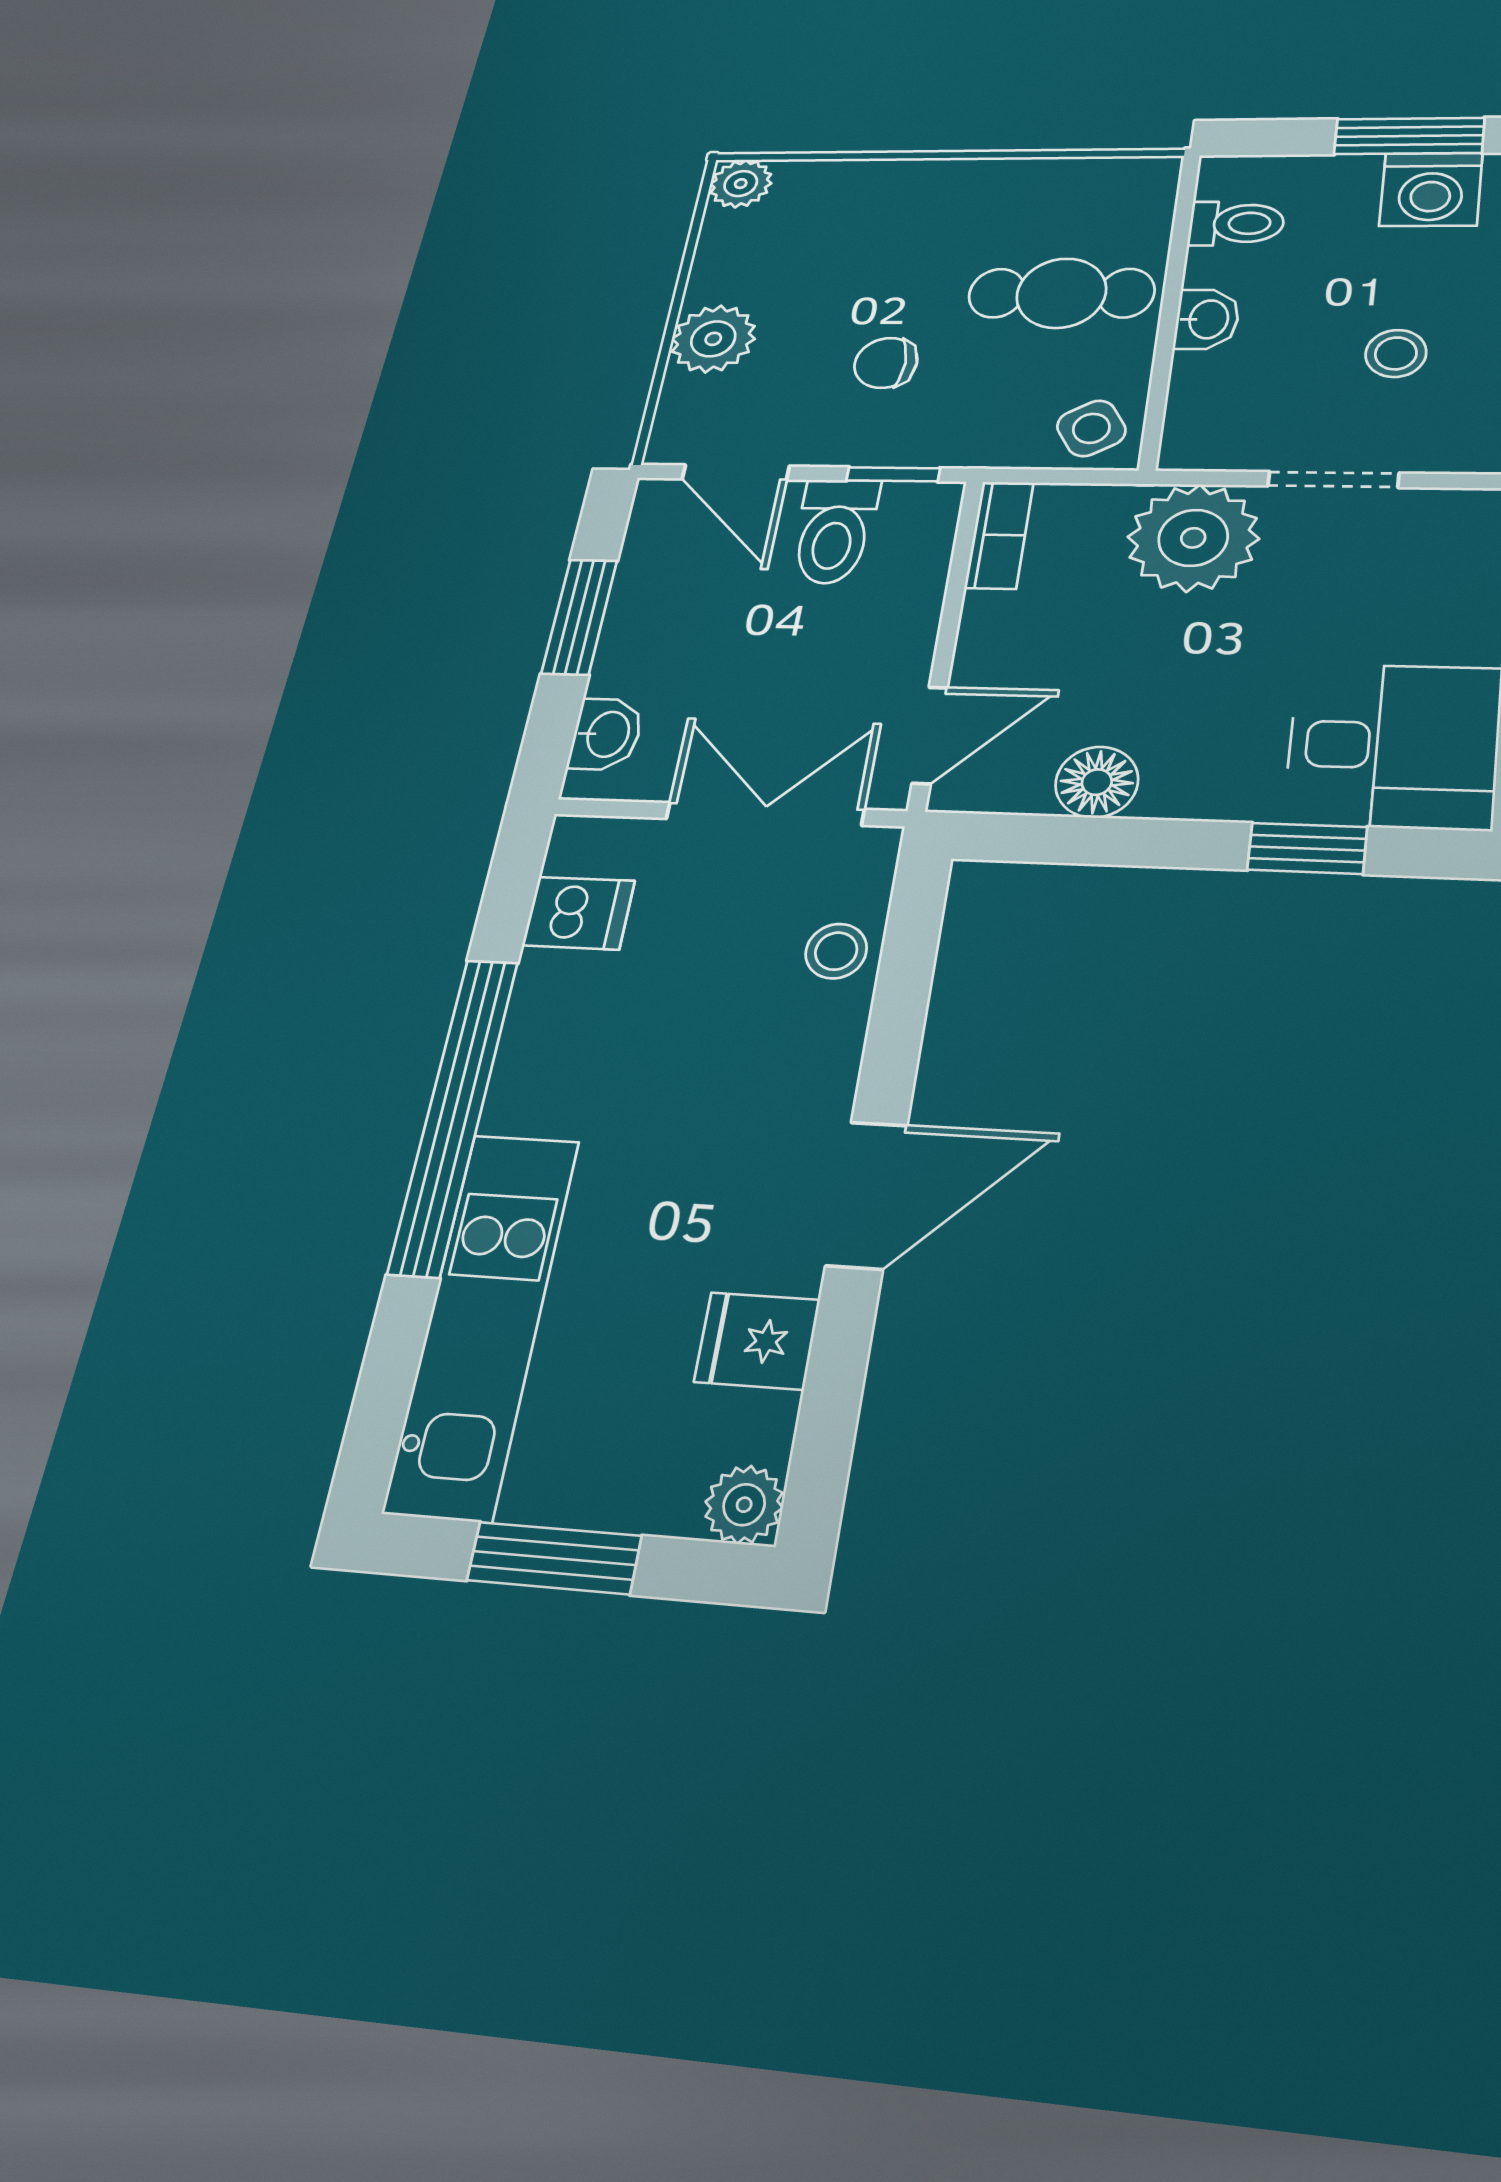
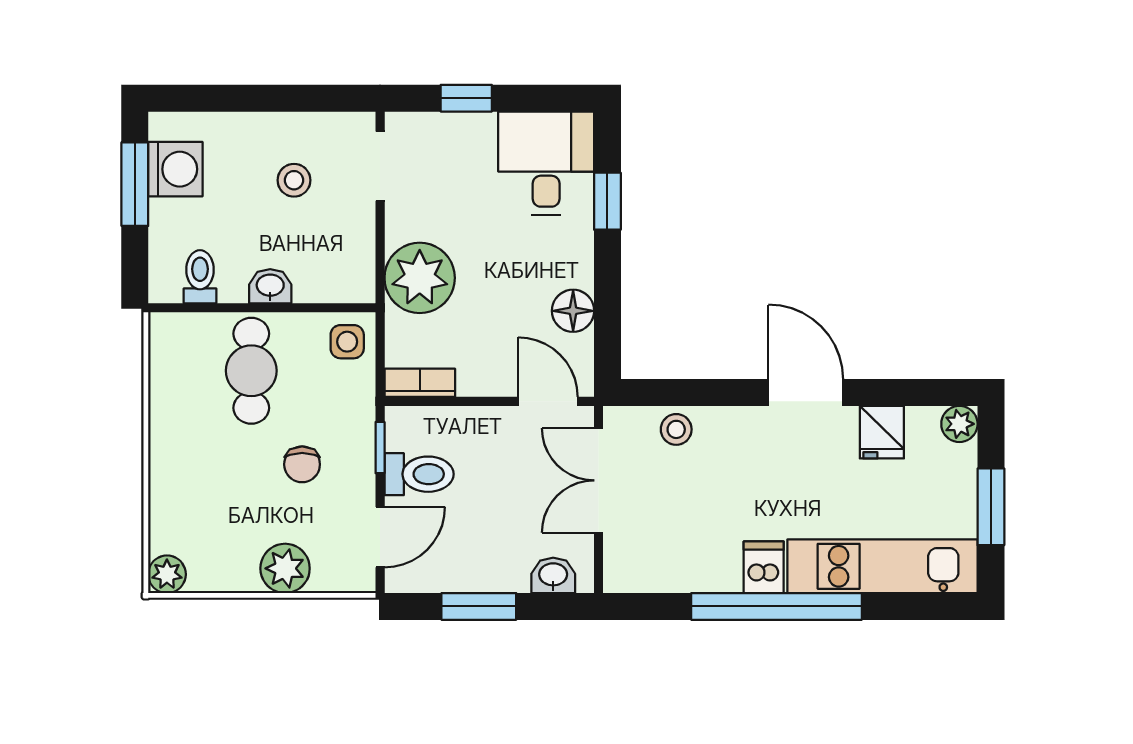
side table: (1091, 428) -> (347, 342), turned 31
doorway: (1333, 479) -> (380, 166), moved
dishwasher: (578, 913) -> (764, 567), moved

